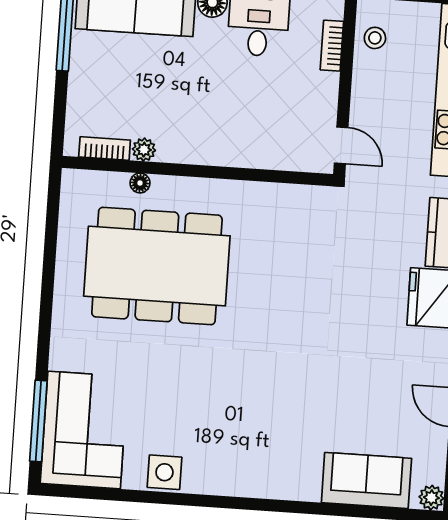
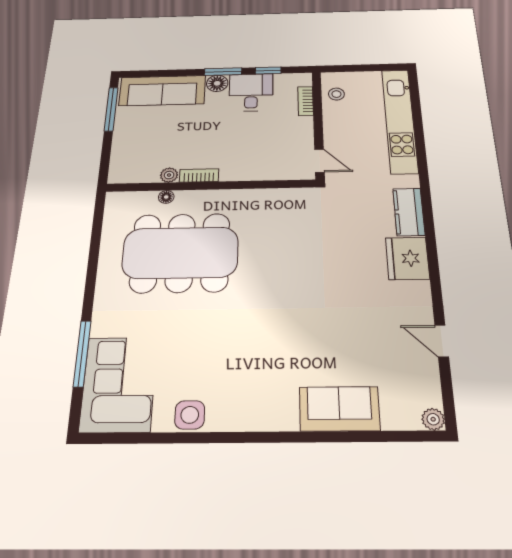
bookcase: (105, 148) -> (199, 175), moved
window: (38, 421) -> (82, 353), moved
sofa: (366, 480) -> (339, 409), moved

